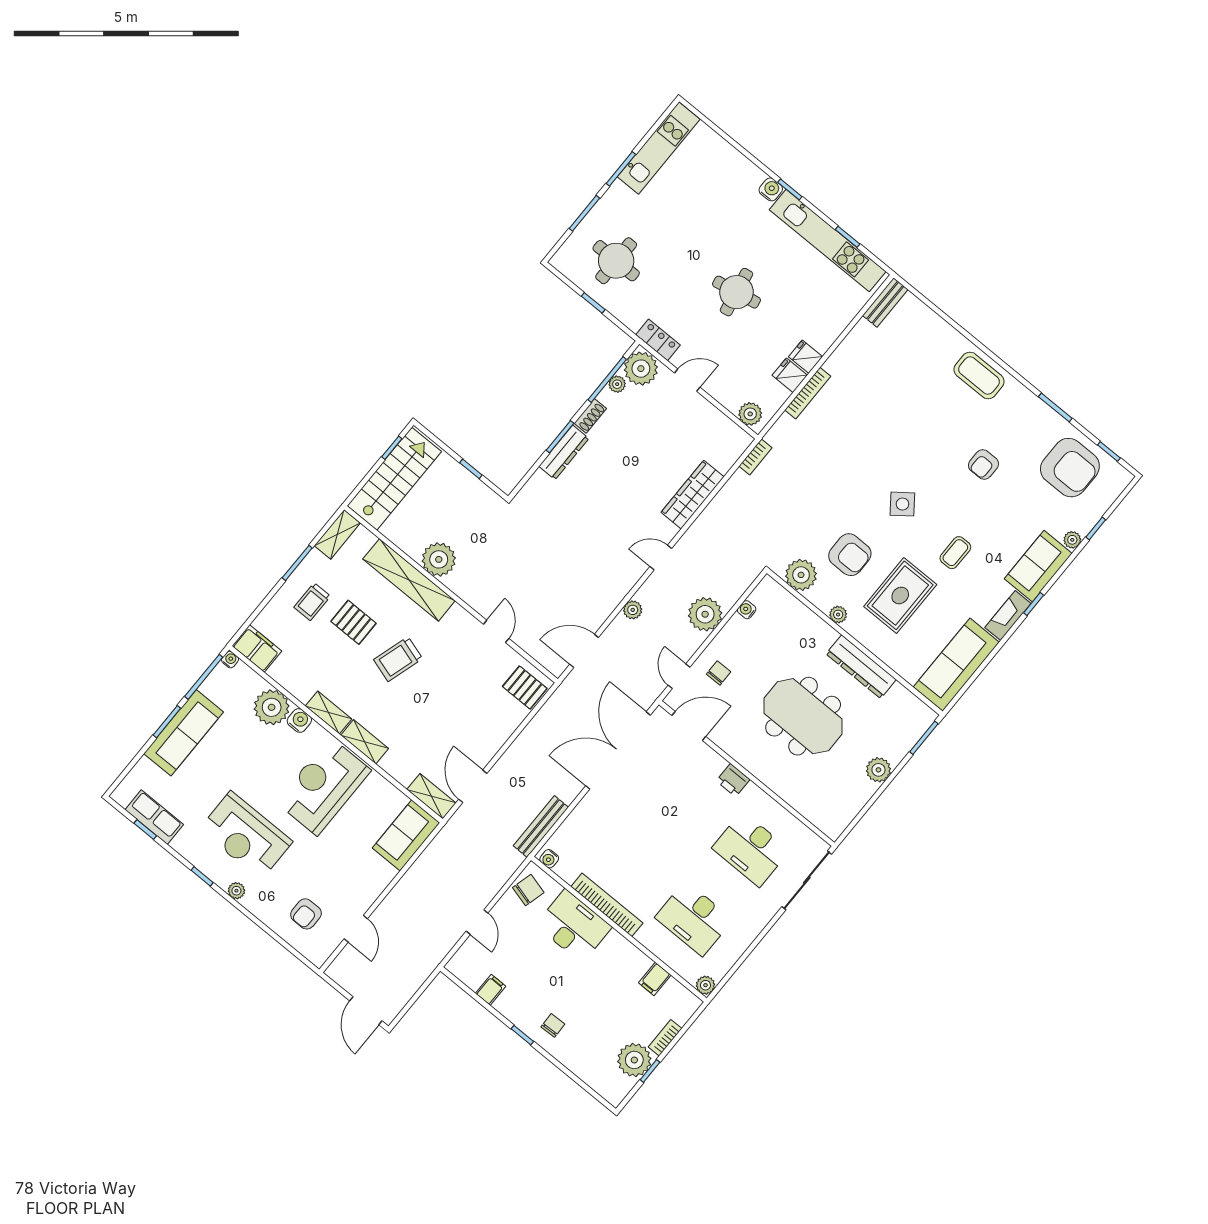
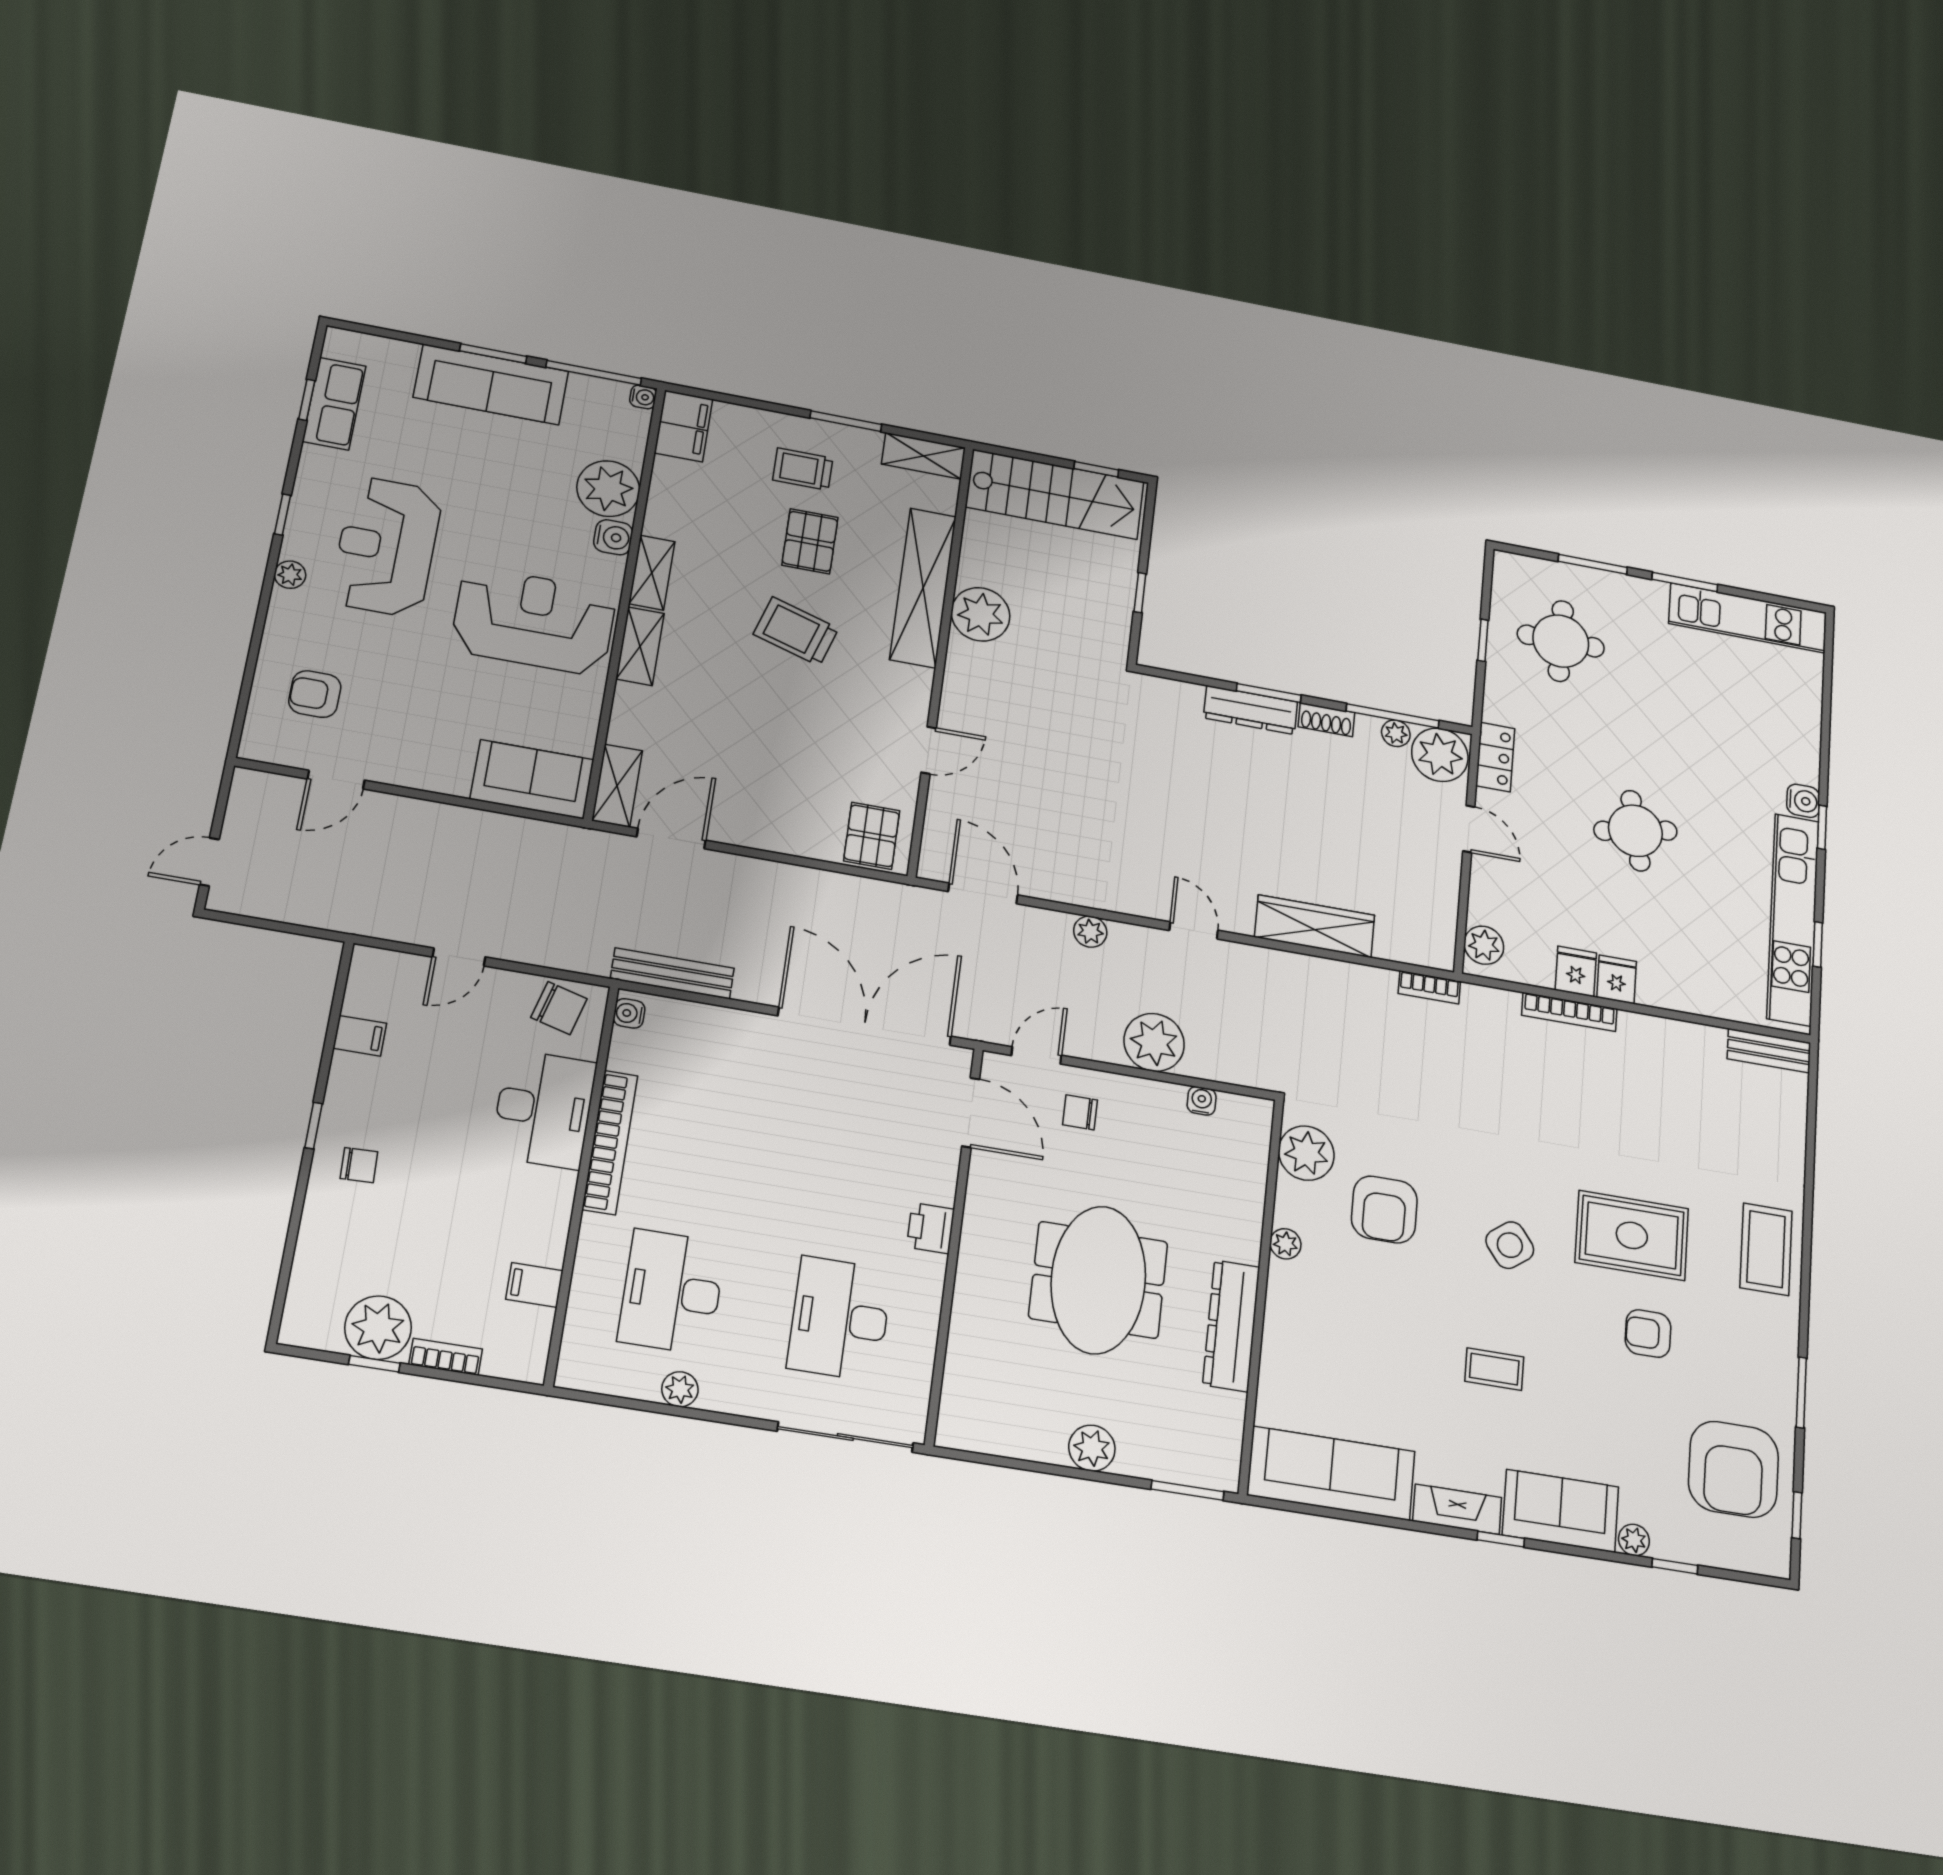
rug: (900, 595) -> (1632, 1235), moved
chair: (719, 673) -> (1080, 1112), turned 180
plant: (705, 985) -> (680, 1389), moved
door: (366, 1011) -> (209, 862), width x0.73

